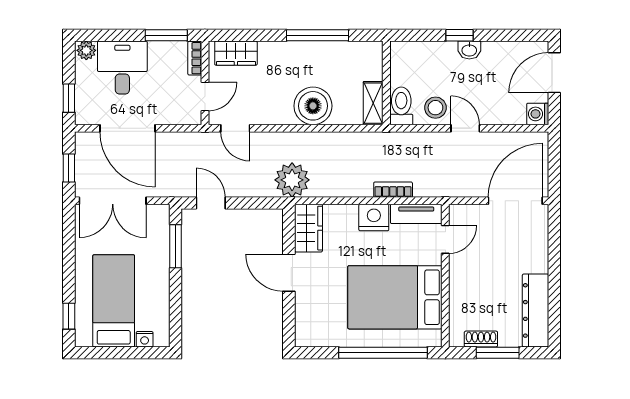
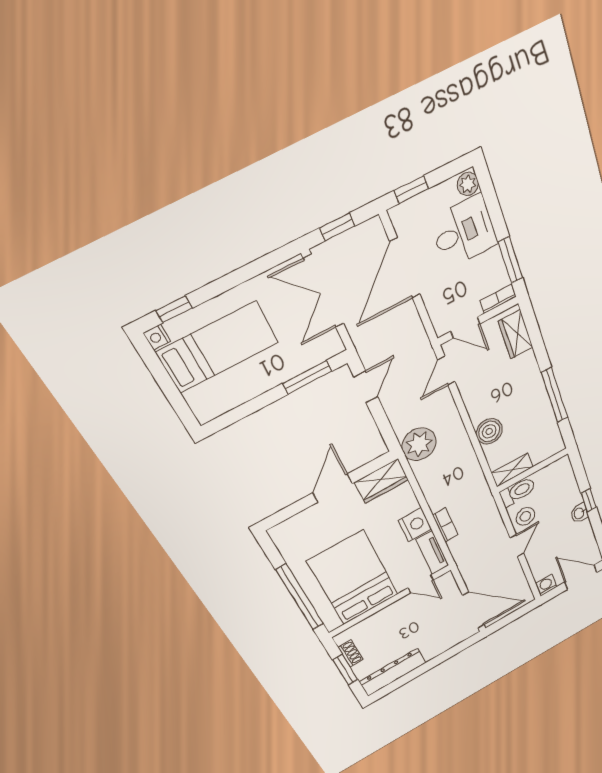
boiler: (313, 106) -> (489, 431), width x0.73, depth x0.73
nightstand: (145, 339) -> (157, 337), moved

